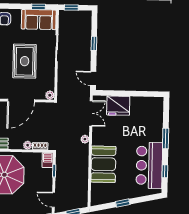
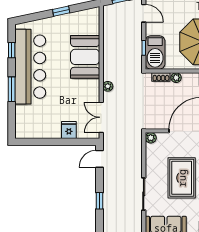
door: (93, 78) -> (99, 159), swing flipped
fridge: (118, 106) -> (69, 130), width x0.53, depth x0.75
barbecue: (48, 160) -> (155, 52), width x1.88, depth x1.53
bar counter: (149, 165) -> (30, 67), width x1.36

